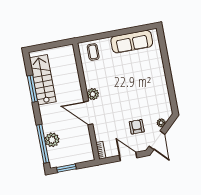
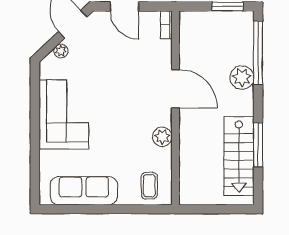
corner sofa: (152, 85) -> (64, 114), added
plant: (93, 94) -> (162, 137), moved
armchair: (137, 127) -> (101, 52), removed
plant: (52, 140) -> (242, 78), moved

